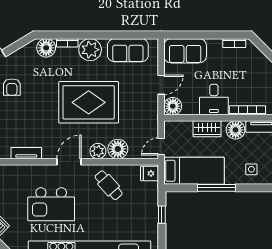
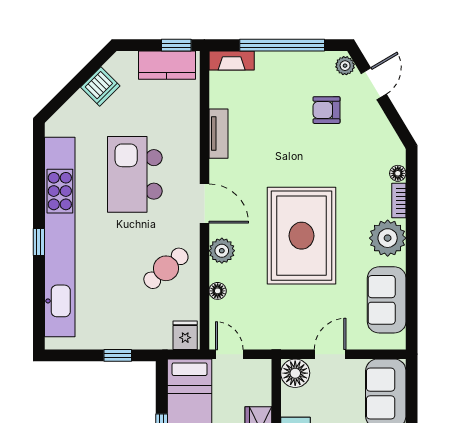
floor lamp: (46, 48) -> (398, 173), width x0.53, depth x0.53
door: (161, 85) -> (330, 354), swing flipped
floor lamp: (118, 149) -> (218, 291), width x0.53, depth x0.53

